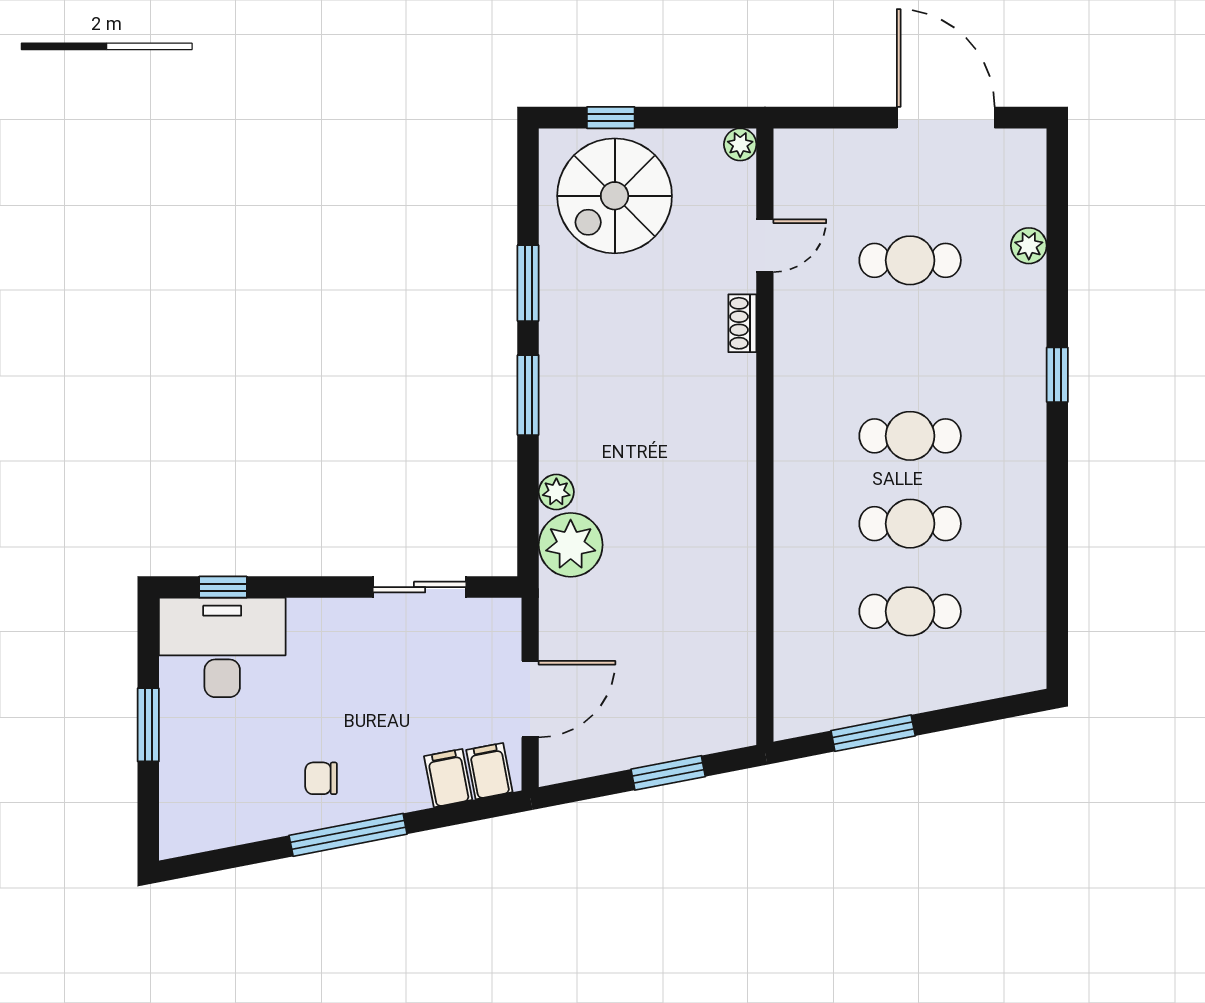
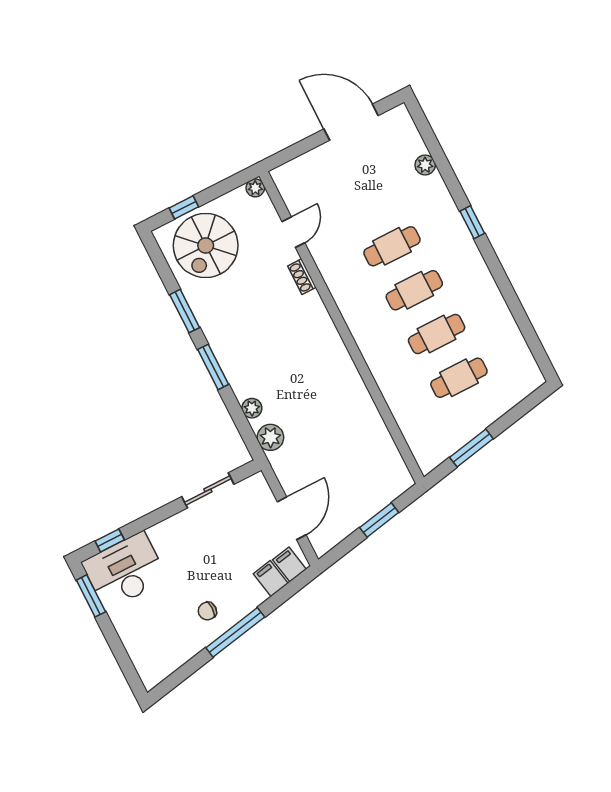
cafe table: (910, 260) -> (392, 246), moved
plant: (571, 545) -> (270, 437), width x0.73, depth x0.73
window: (148, 725) -> (91, 596), moved

